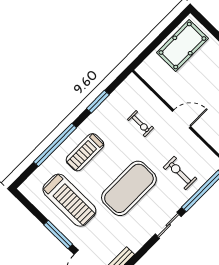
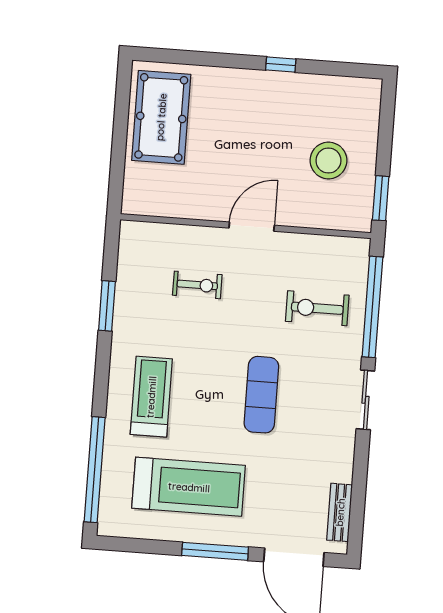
window: (55, 145) -> (95, 470), moved
treadmill: (85, 152) -> (151, 397), turned 180
exercise mat: (129, 188) -> (261, 395), width x0.50, depth x0.69

